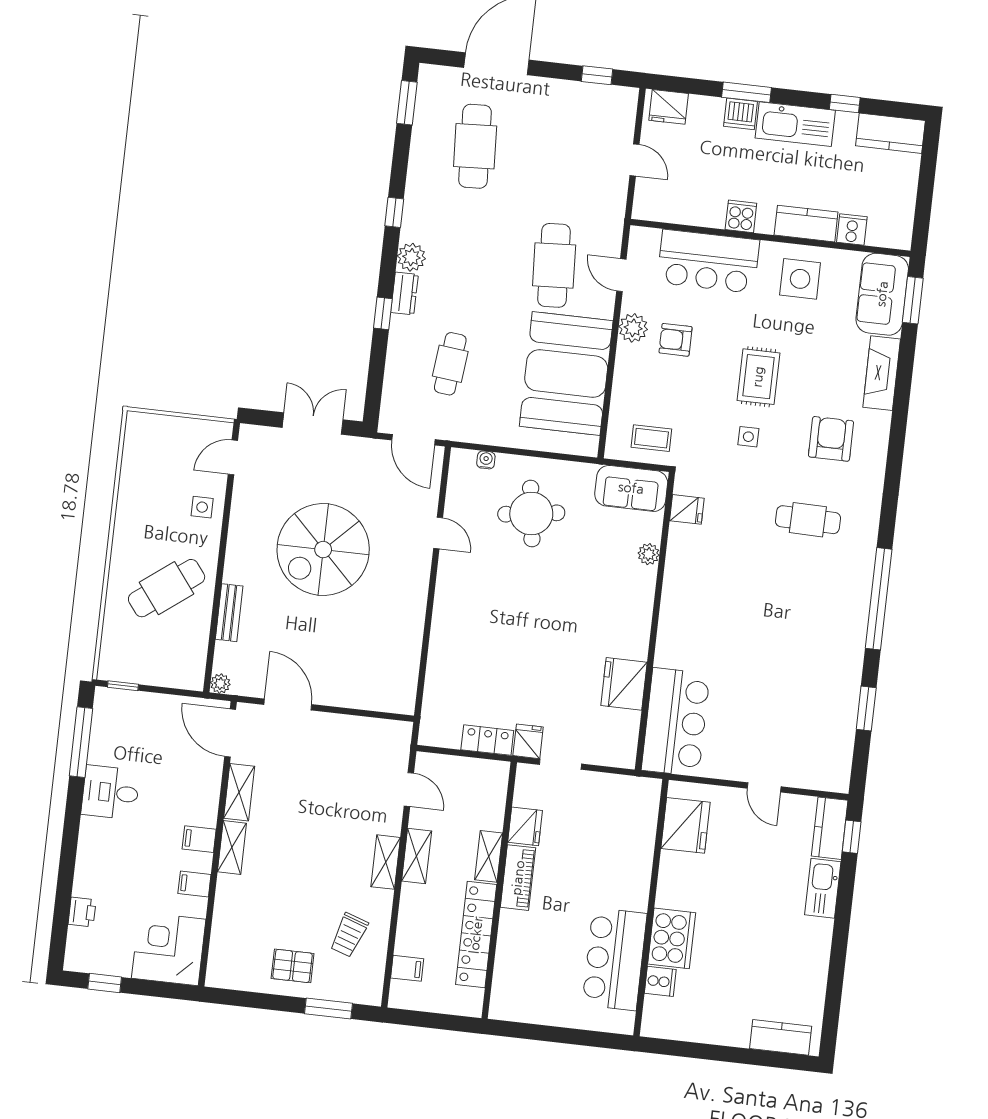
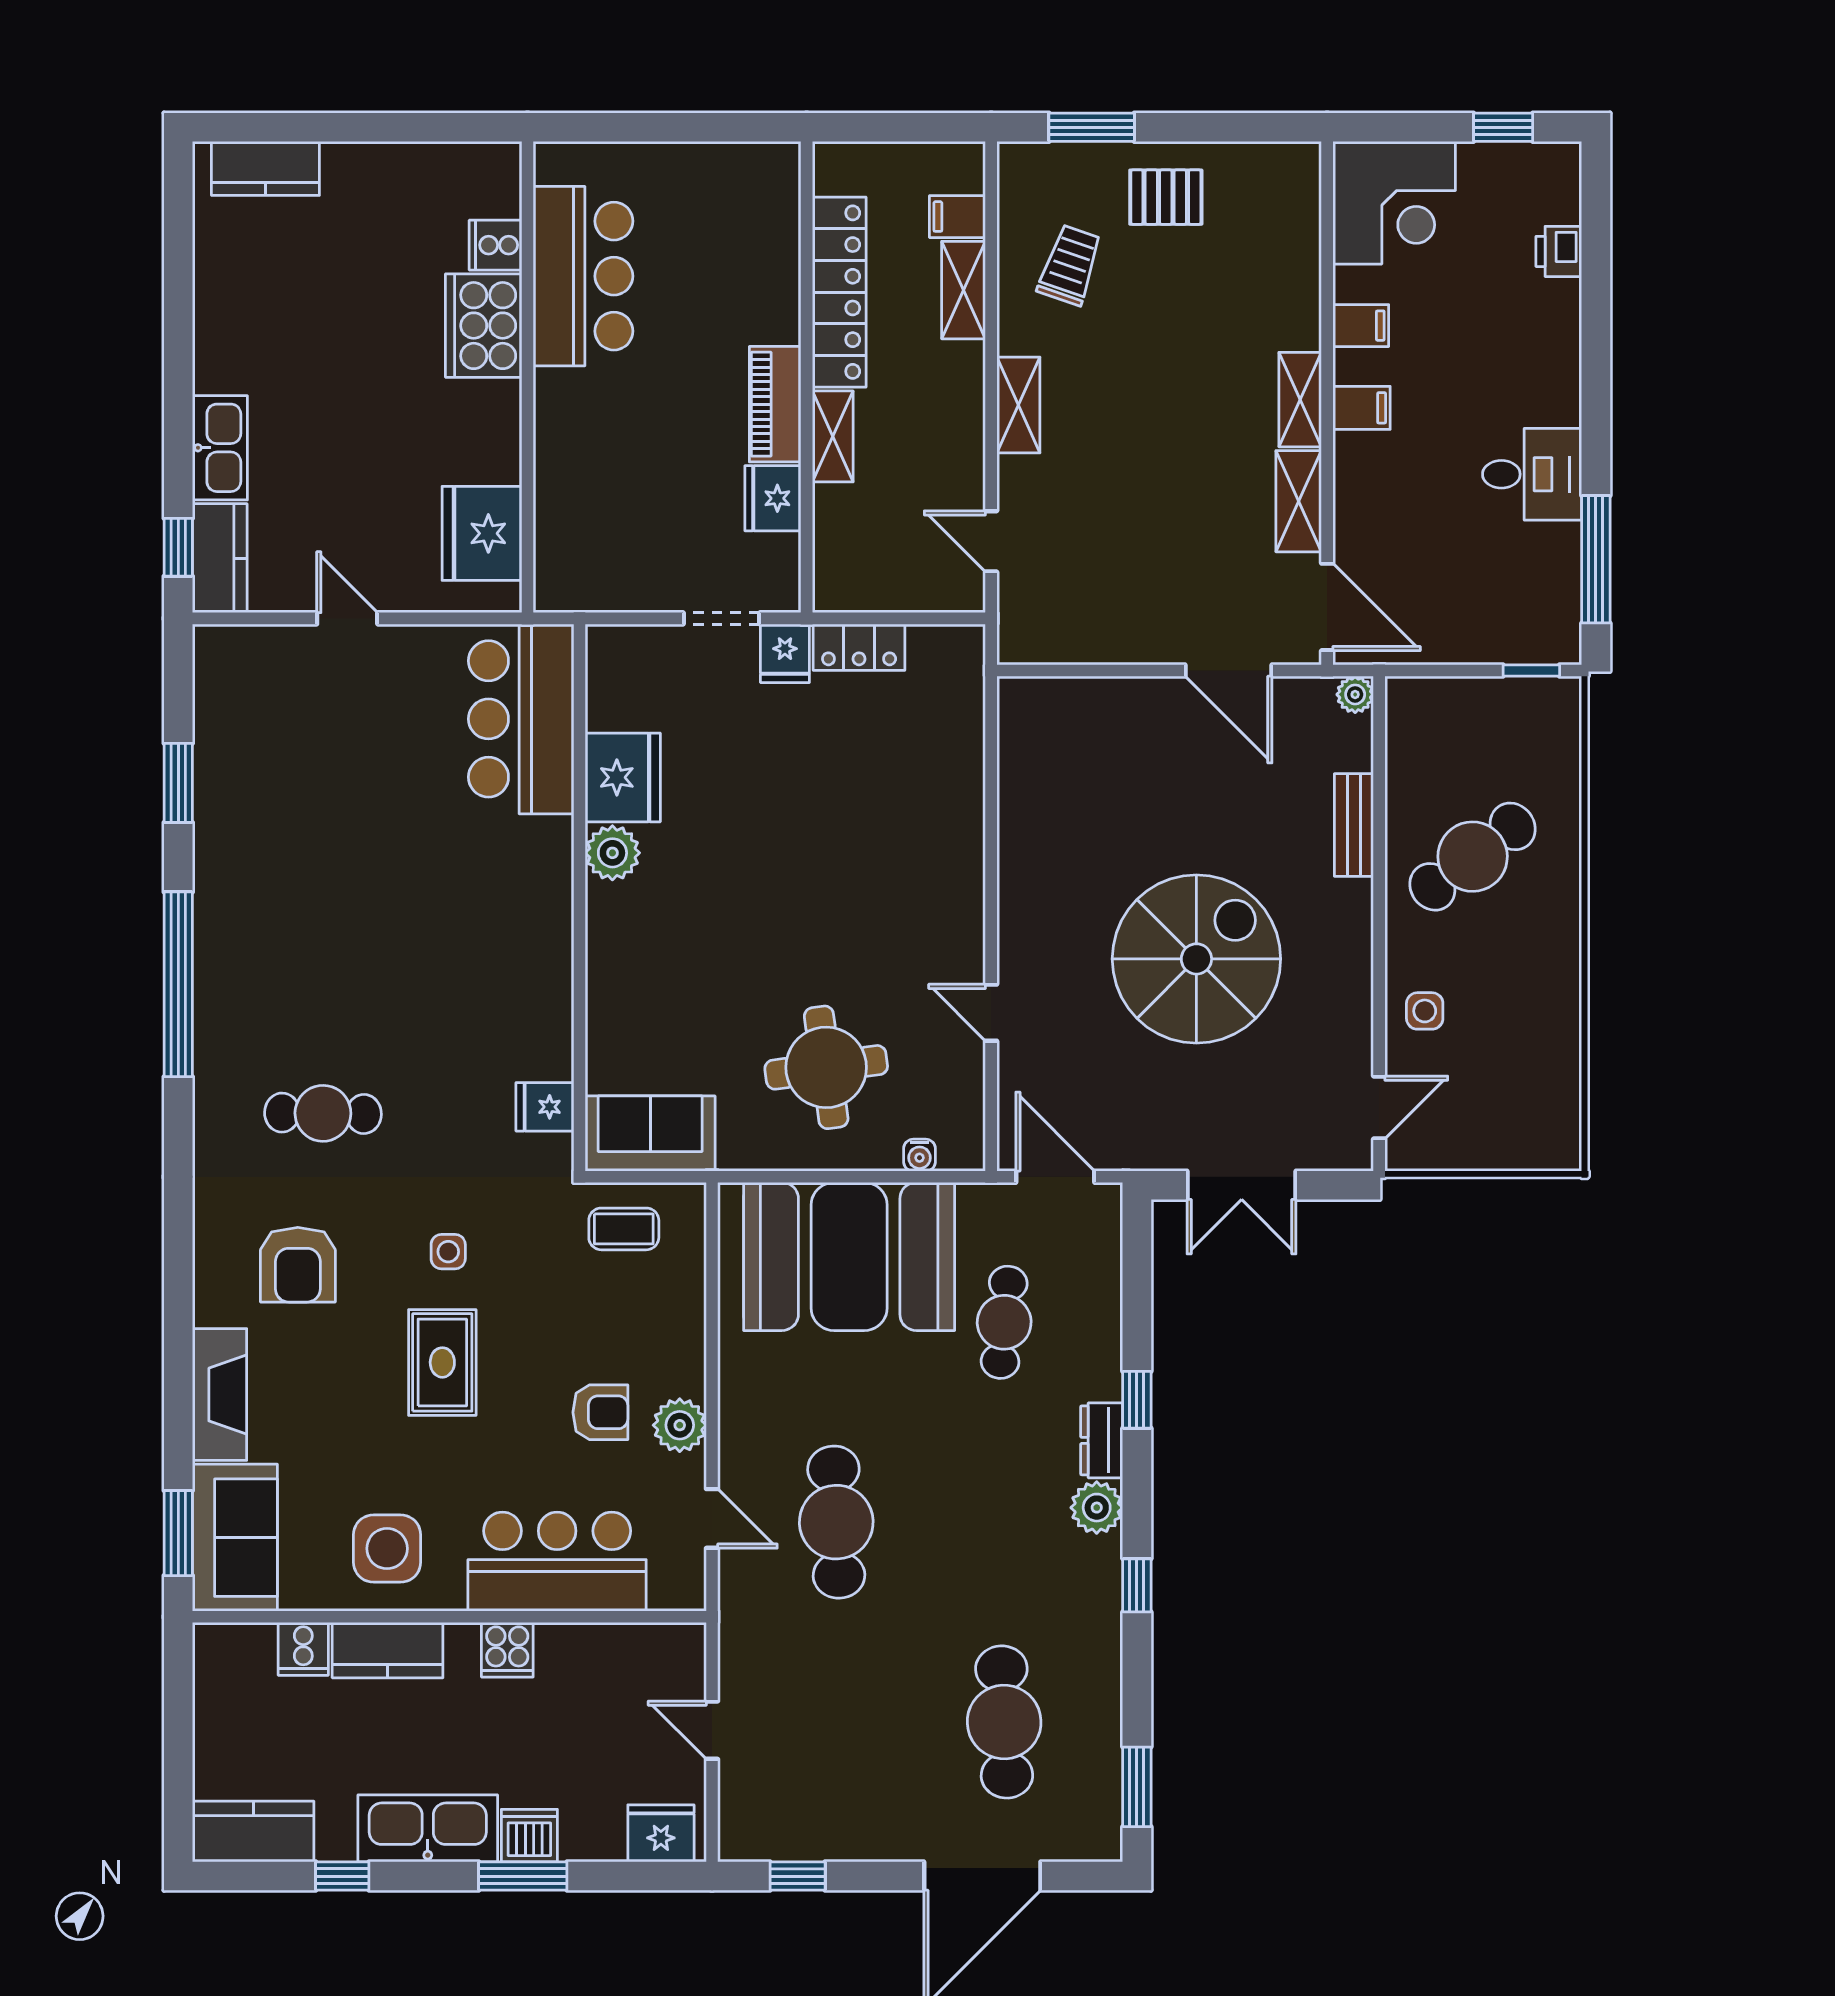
booth: (566, 373) -> (849, 1256), moved, turned 90
plant: (649, 554) -> (612, 853), moved, width x1.38, depth x1.38
shelving: (417, 856) -> (964, 290), moved

